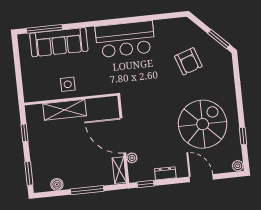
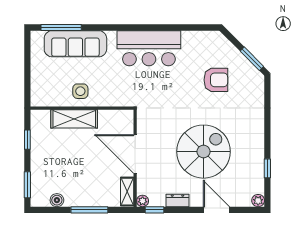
armchair: (188, 61) -> (216, 80), turned -71
spiral stairs: (203, 124) -> (204, 152), moved
plant: (132, 158) -> (143, 201), moved

